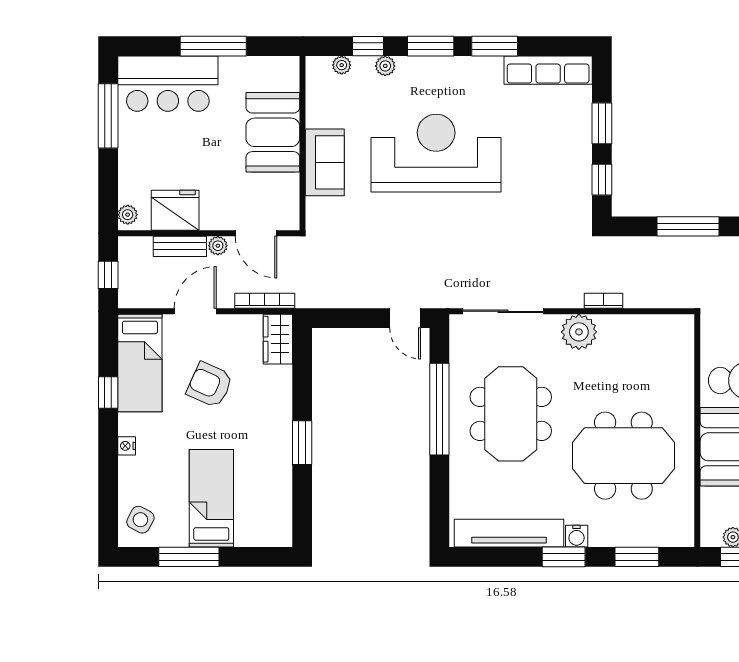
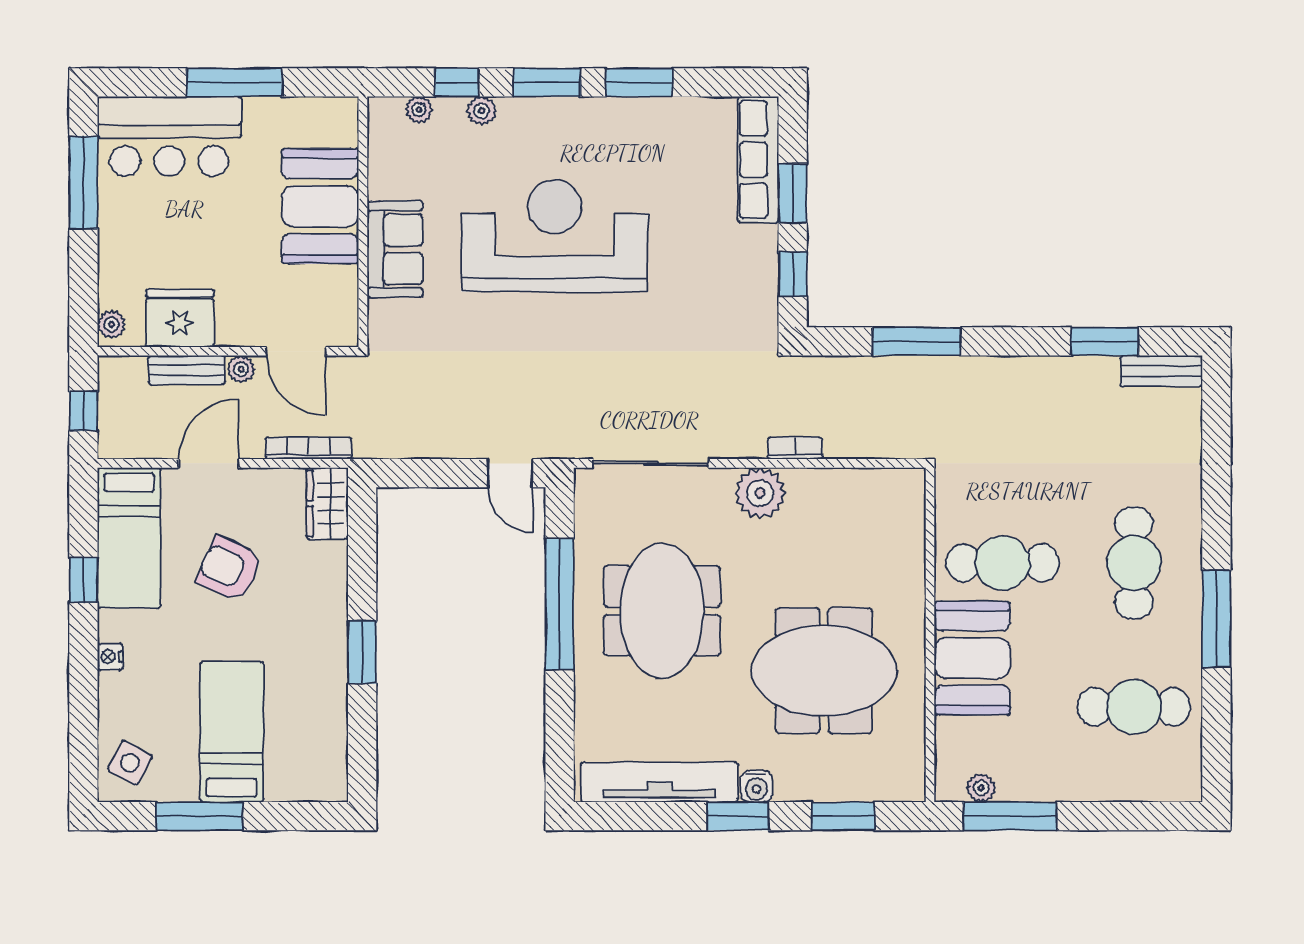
row of seats: (548, 70) -> (758, 160), moved, turned 90

